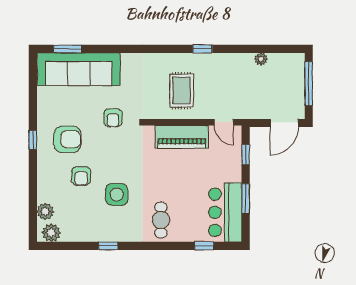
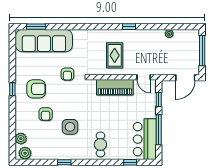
window: (246, 199) -> (159, 130), width x1.44

